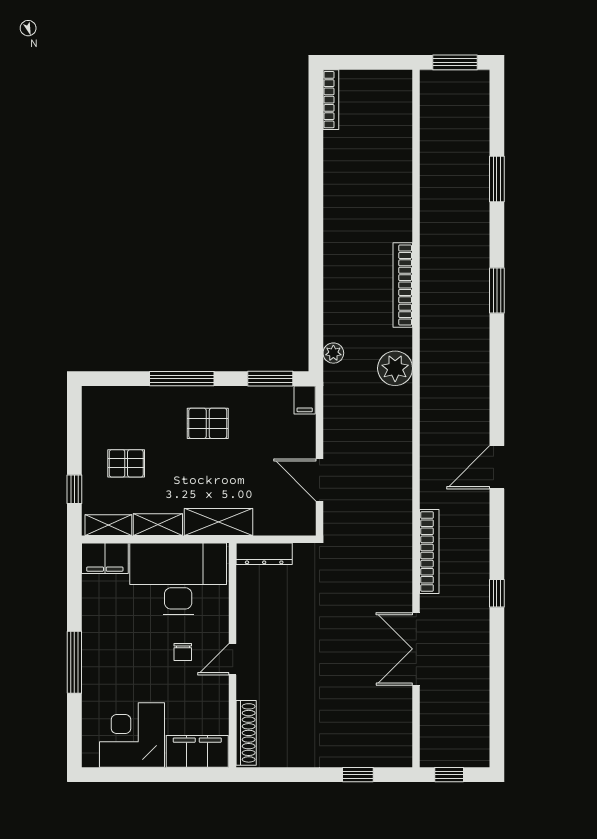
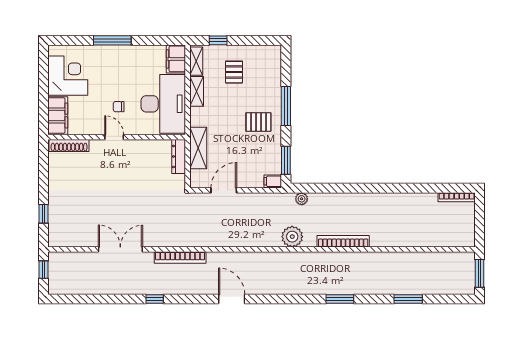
pallet: (208, 423) -> (258, 122), turned 90
shelving: (219, 522) -> (198, 148), moved

